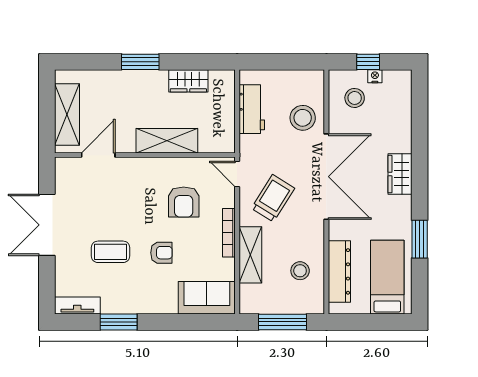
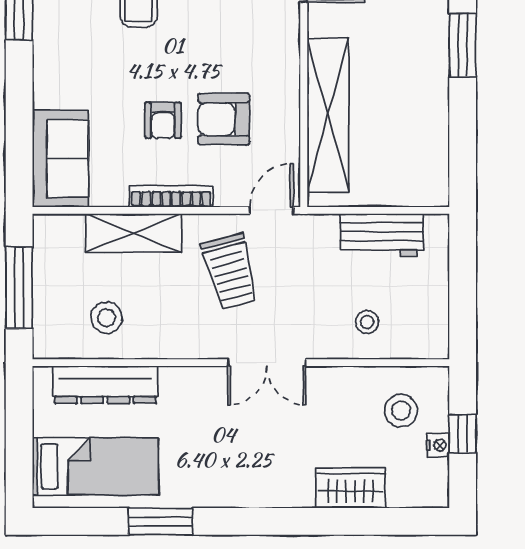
wardrobe: (188, 81) -> (430, 127), removed
stool: (303, 118) -> (367, 322), width x0.53, depth x0.53
shelving: (167, 141) -> (328, 115), width x1.47
wardrobe: (400, 174) -> (351, 488), moved
double door: (326, 177) -> (267, 363), width x0.54
trolley: (273, 198) -> (230, 271), turned 43
armchair: (161, 253) -> (163, 120), moved

